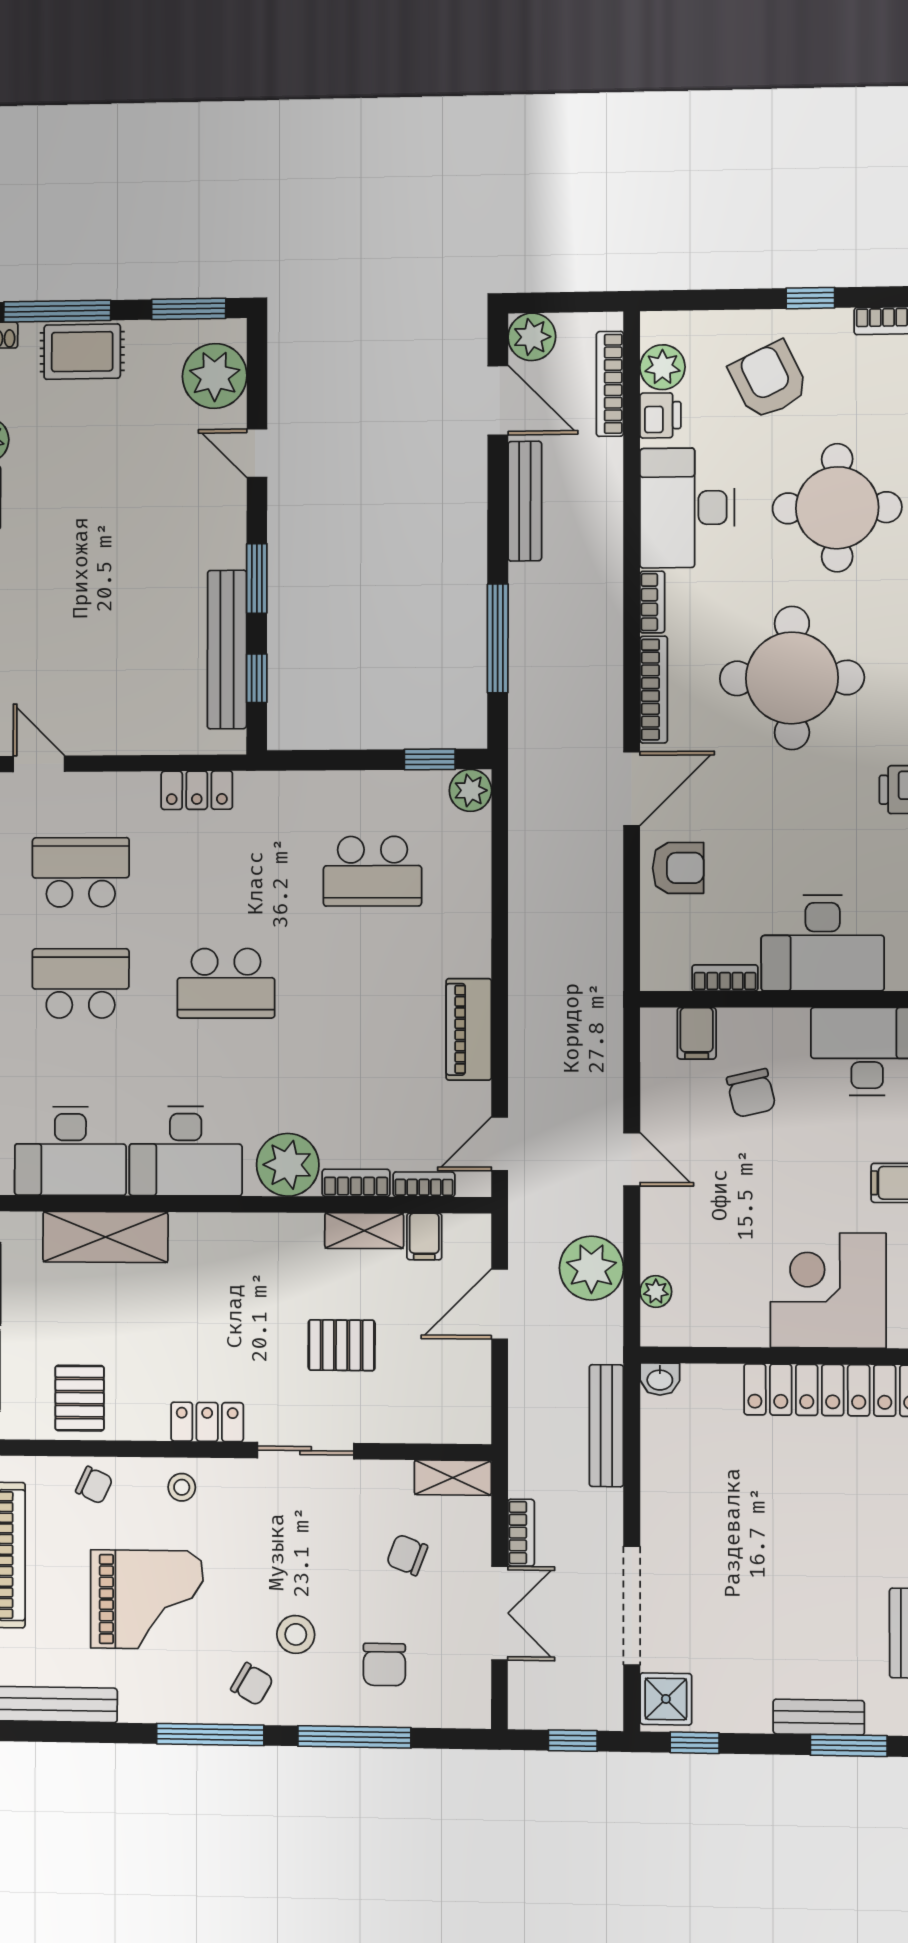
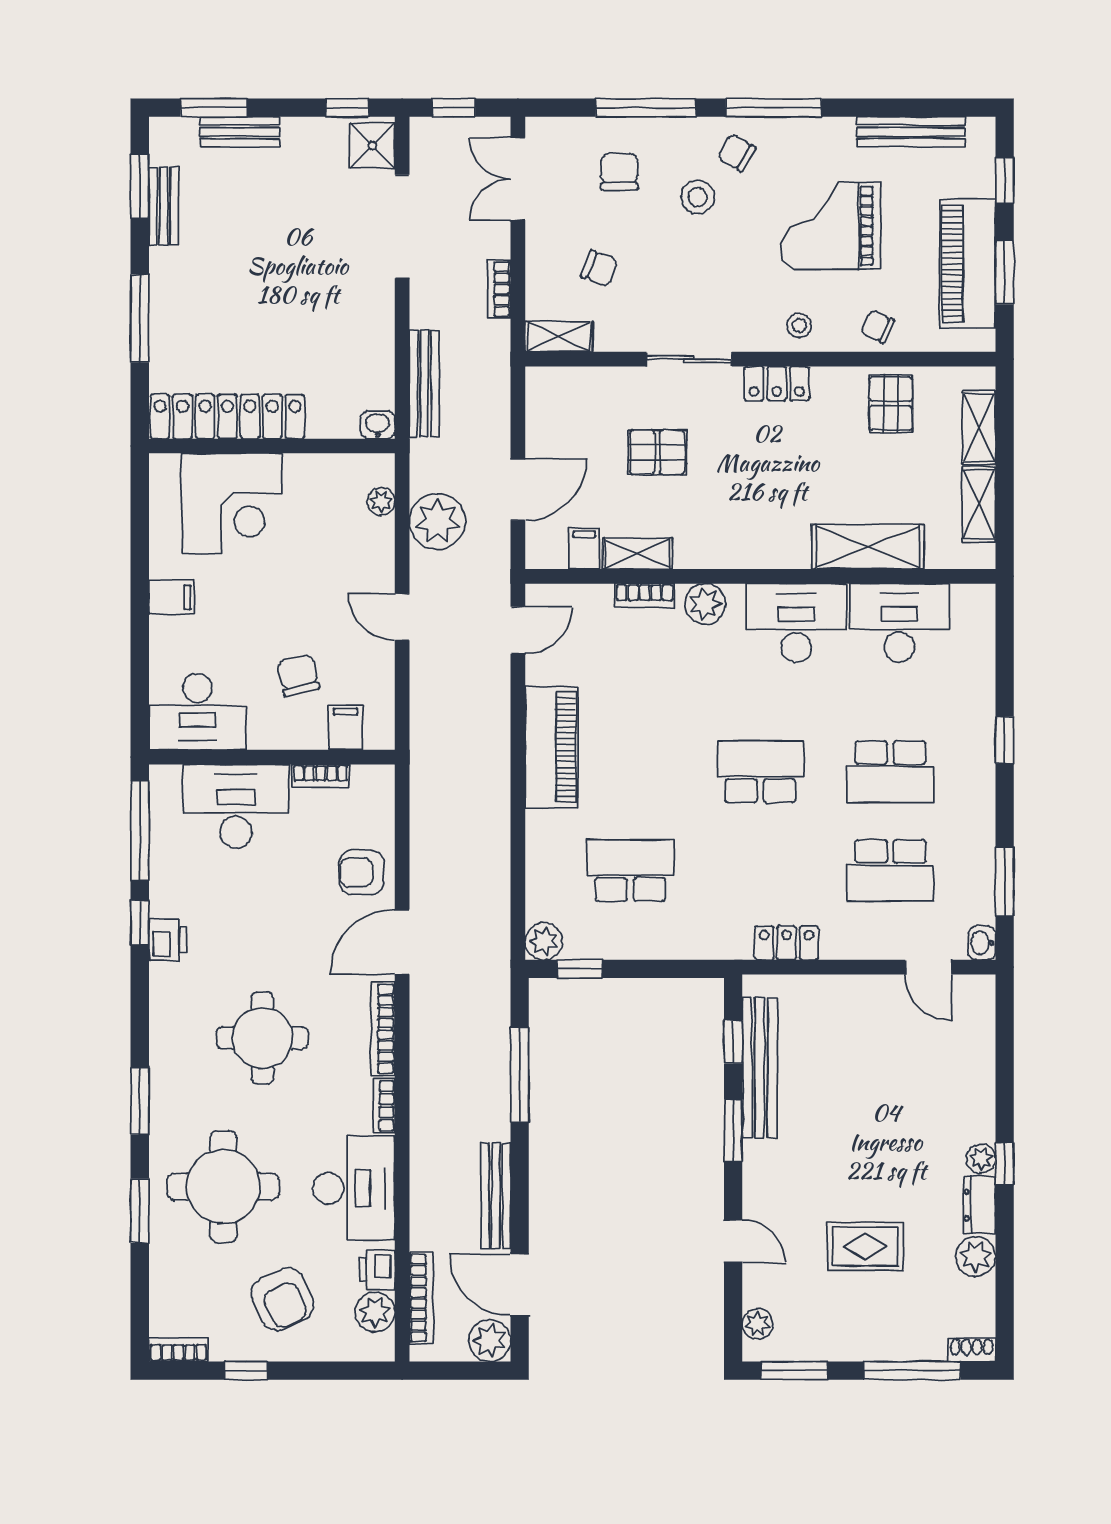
rug: (82, 352) -> (865, 1246), moved
plant: (215, 376) -> (758, 1324), width x0.53, depth x0.53
round table: (792, 678) -> (262, 1038), width x0.73, depth x0.73
piano: (469, 1029) -> (552, 747), width x1.37, depth x1.33
plant: (288, 1165) -> (705, 604), width x0.73, depth x0.73
bookcase: (424, 1184) -> (585, 594), removed
double door: (500, 1613) -> (518, 179), moved

